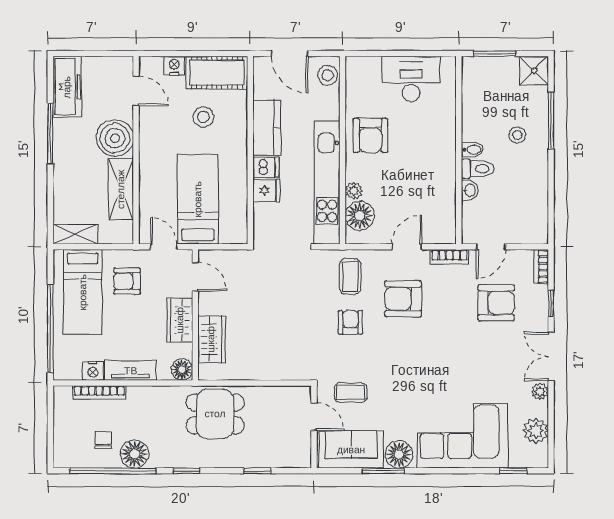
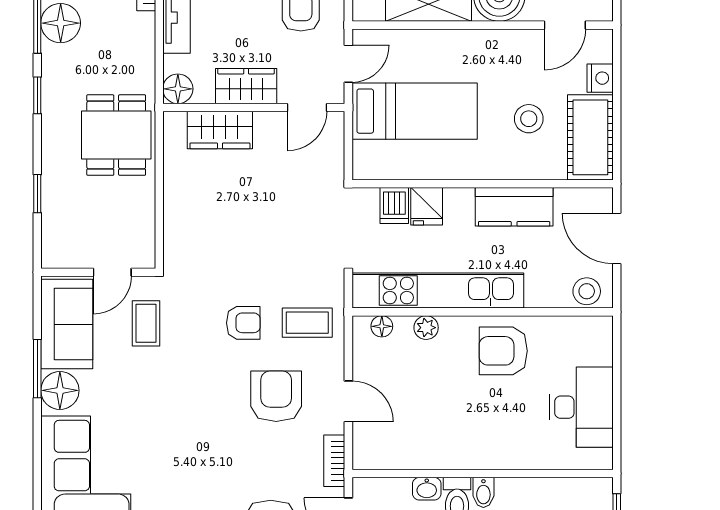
door: (290, 54) -> (617, 238), hinge flipped
dishwasher: (266, 167) -> (394, 206), moved
floor lamp: (360, 216) -> (382, 326), width x0.53, depth x0.53

